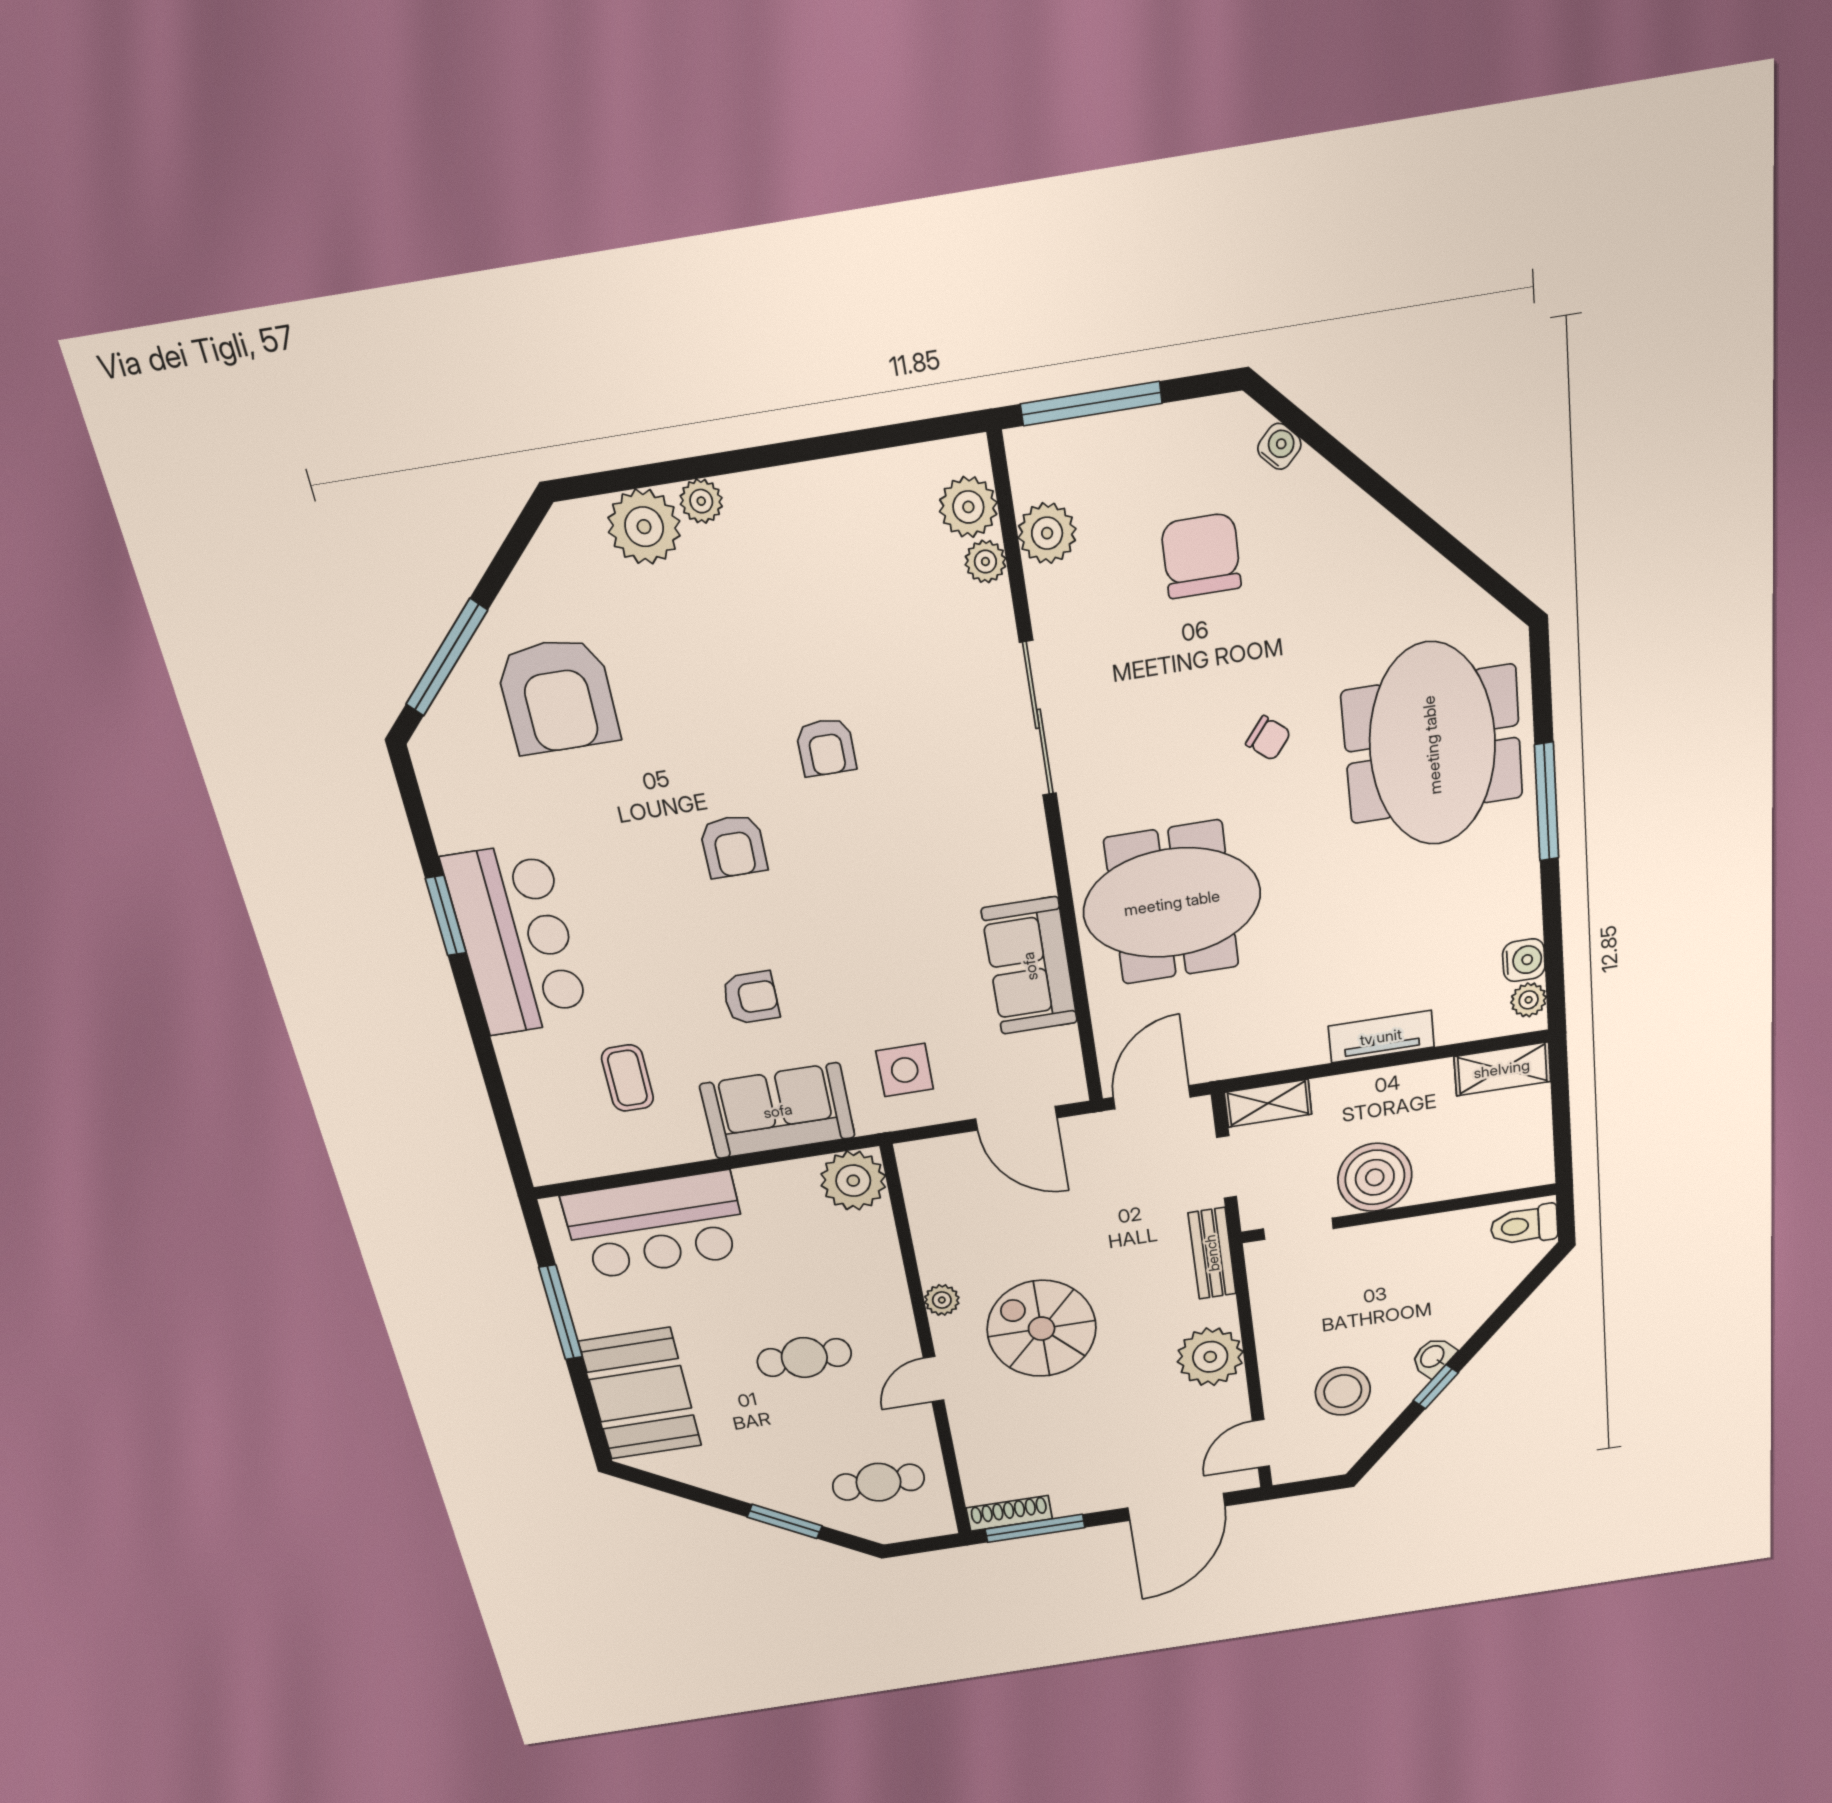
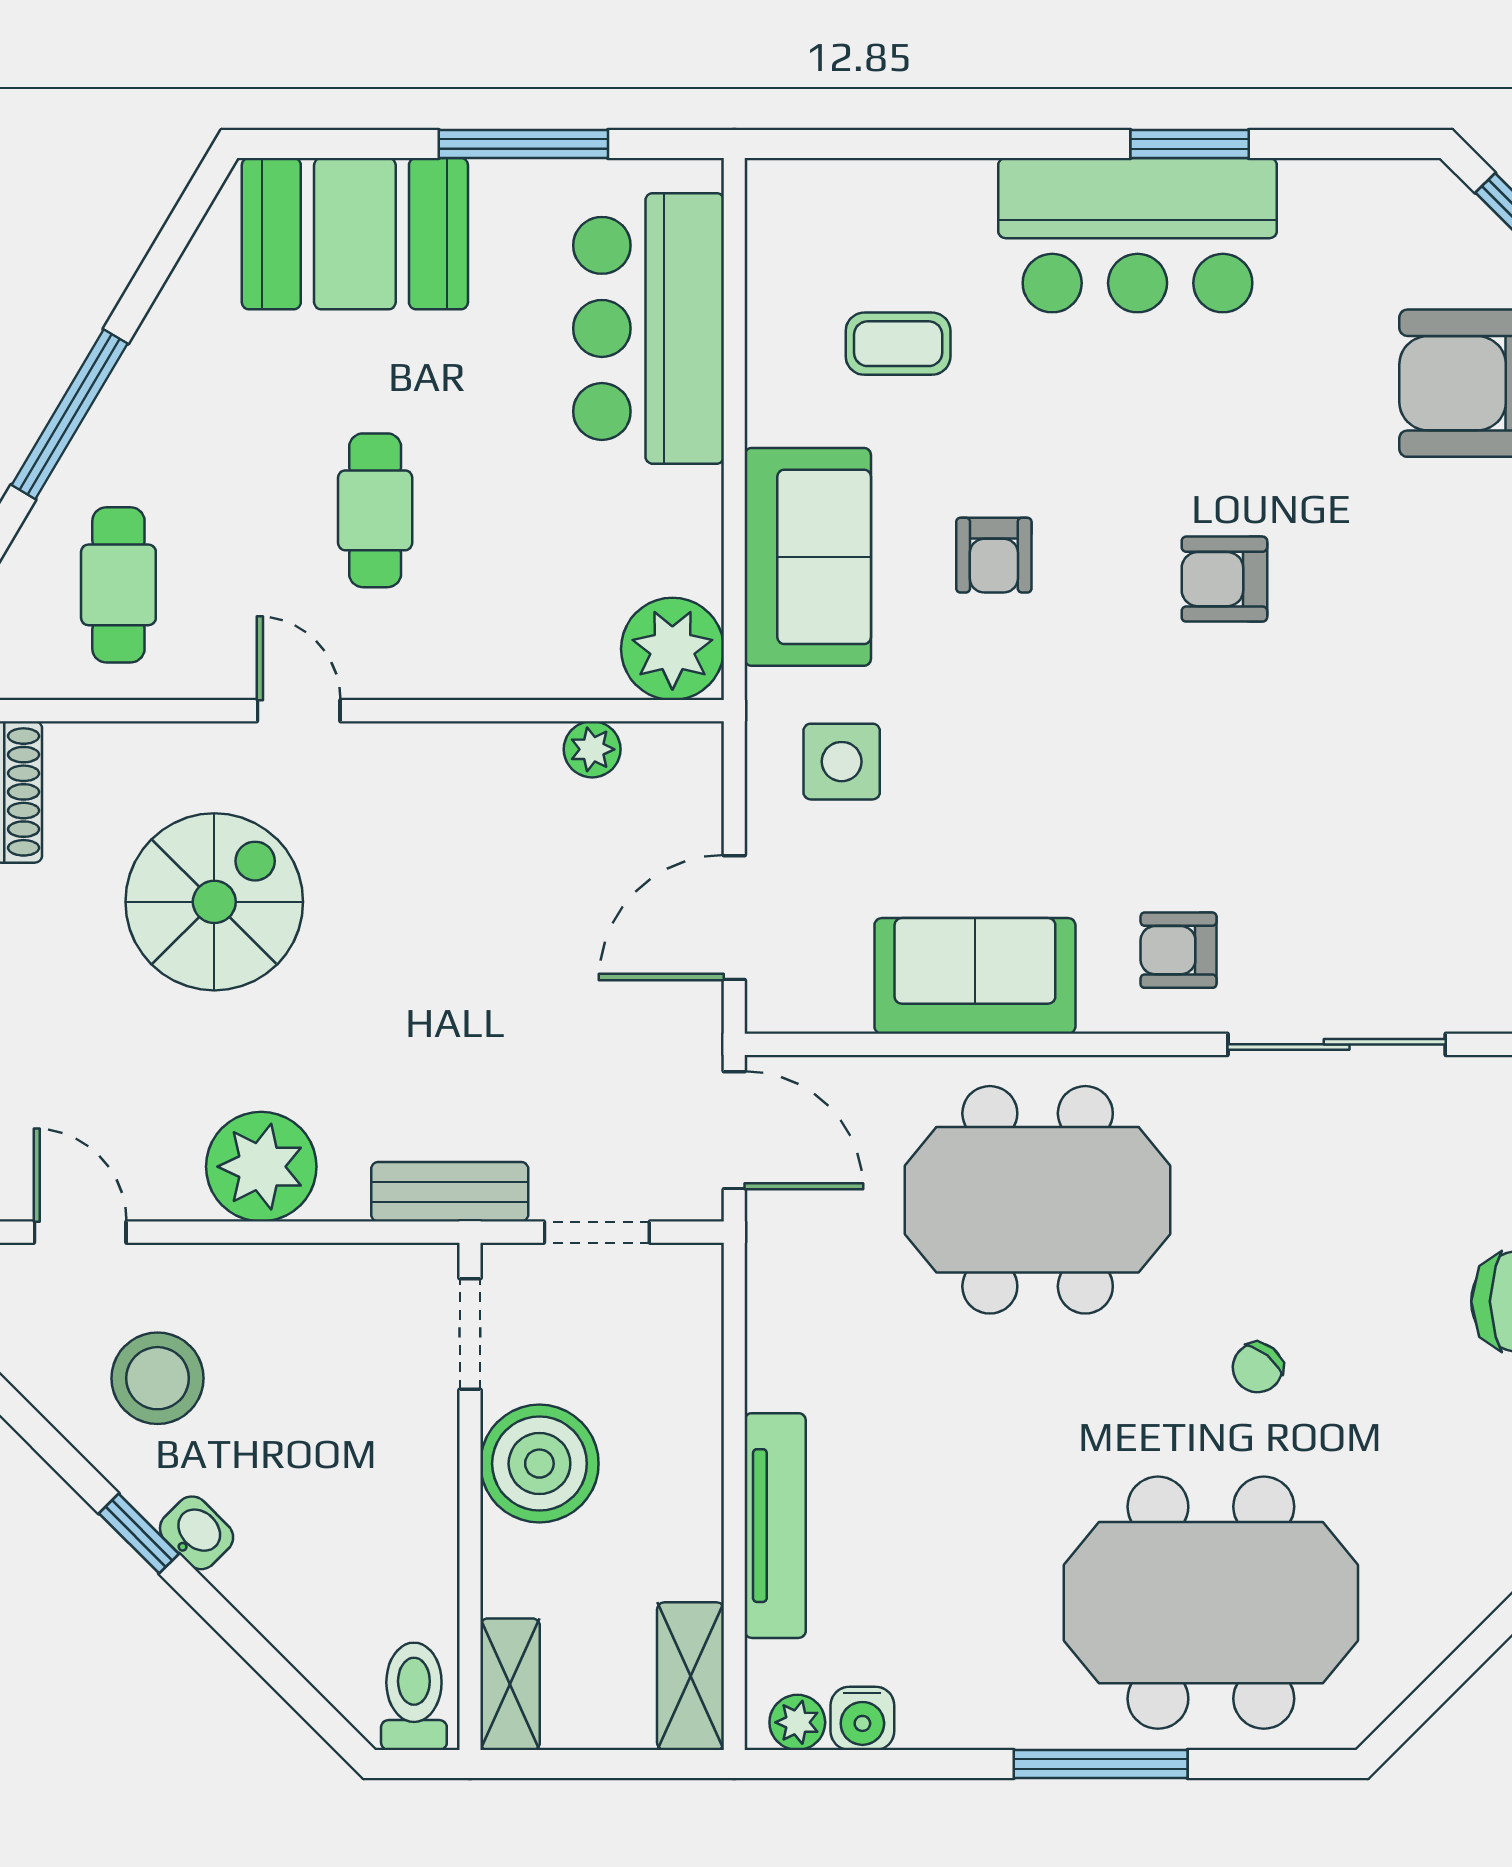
armchair: (826, 747) -> (1179, 950), moved
meeting table: (1172, 903) -> (1038, 1200), turned 90
tv unit: (1381, 1037) -> (775, 1526), width x1.41
shelving: (1268, 1103) -> (510, 1684), moved
plant: (942, 1300) -> (592, 749), moved
spiral stairs: (1042, 1329) -> (214, 902), moved
window: (785, 1521) -> (70, 414), width x1.44

